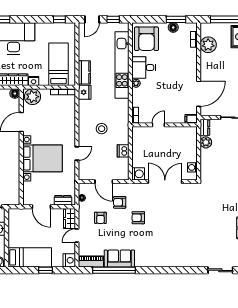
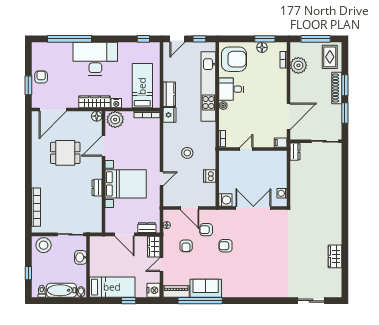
armchair: (146, 39) -> (234, 59), turned -90
plant: (206, 142) -> (296, 167), removed
dresser: (15, 162) -> (97, 188), added

